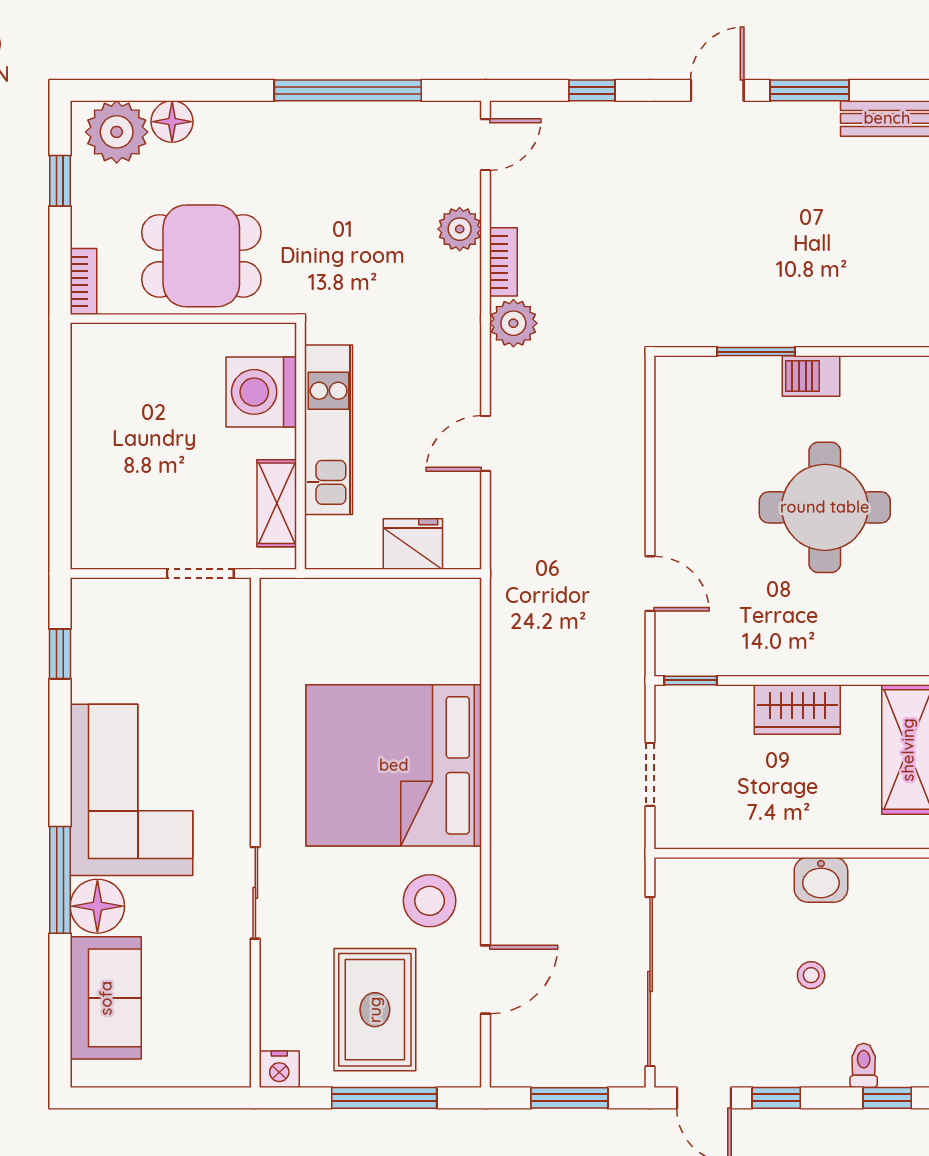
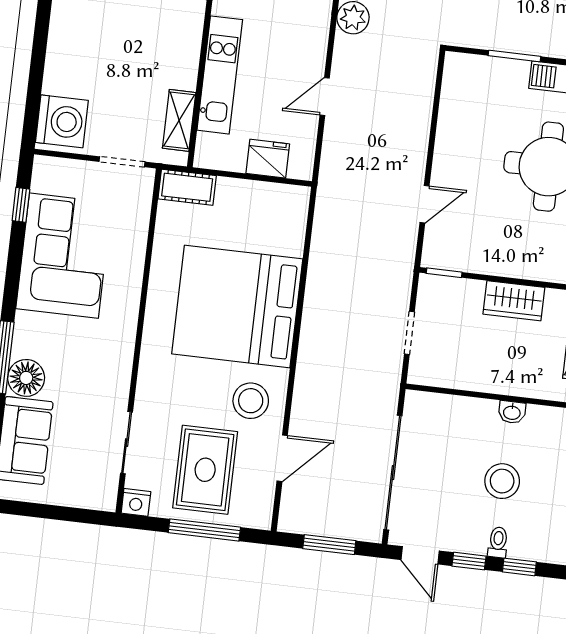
washing machine: (261, 392) -> (62, 121), moved, turned 180
door: (650, 584) -> (424, 204), hinge flipped
cot: (300, 600) -> (187, 187), added
corner sofa: (131, 790) -> (64, 256), moved
washbasin: (821, 880) -> (512, 412), width x0.72, depth x0.69
sliding door: (255, 893) -> (127, 443), moved
stool: (811, 975) -> (502, 481), width x1.89, depth x1.89
toilet: (864, 1065) -> (498, 542), moved
window: (887, 1098) -> (519, 567), moved

